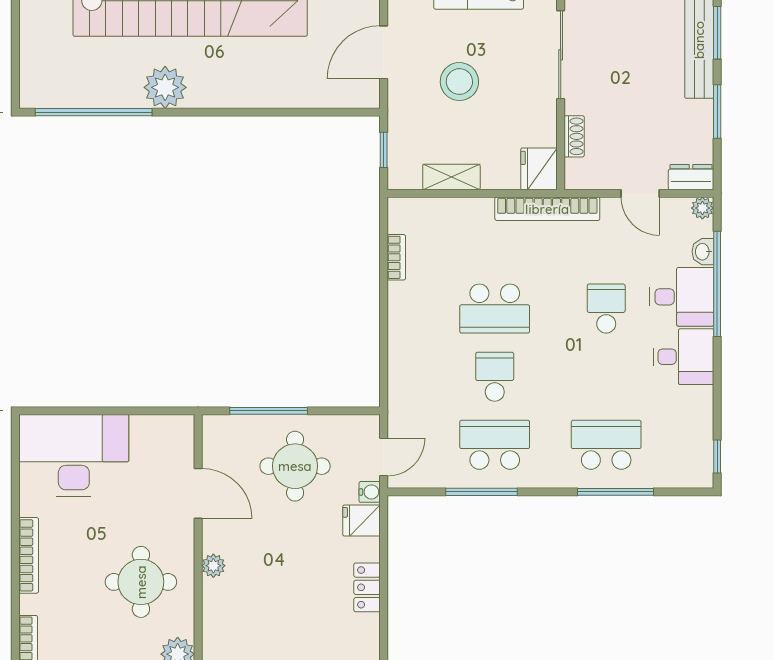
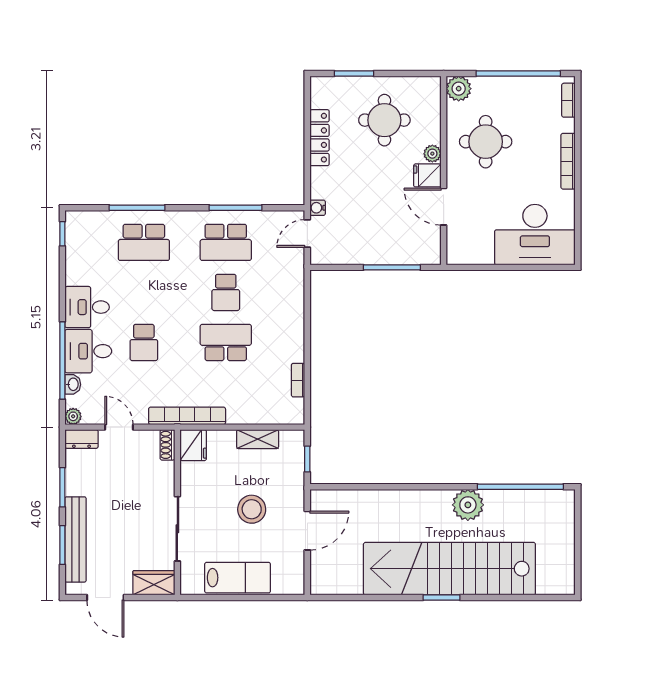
shoe rack: (574, 136) -> (167, 445), moved
round table: (295, 466) -> (384, 120), moved
fridge: (362, 521) -> (427, 175), moved, turned 180
locker: (367, 587) -> (319, 138), width x1.53

